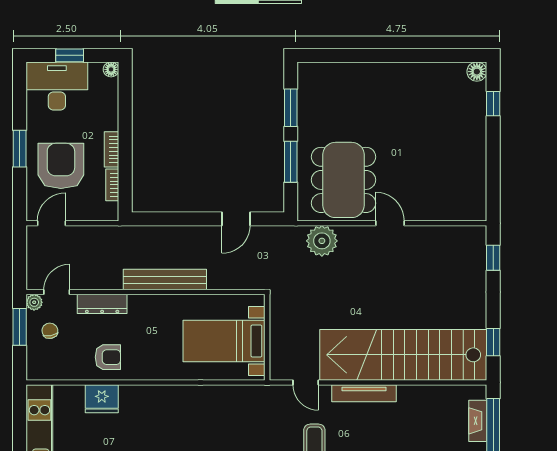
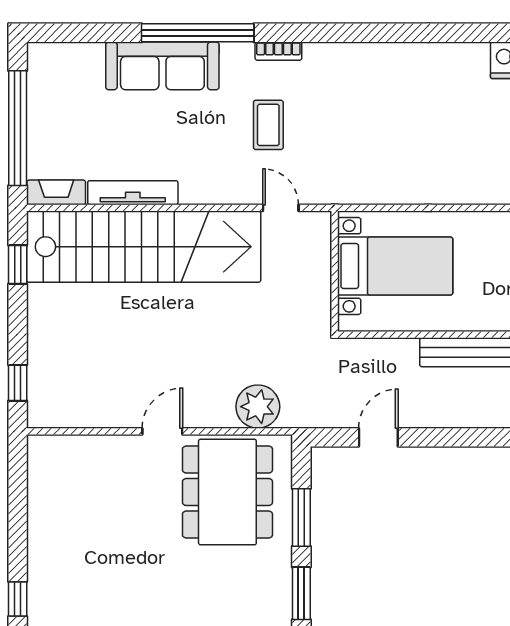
door: (390, 223) -> (162, 431), swing flipped
tv unit: (364, 393) -> (133, 193), moved
fireplace: (478, 421) -> (56, 192), moved, turned -90

